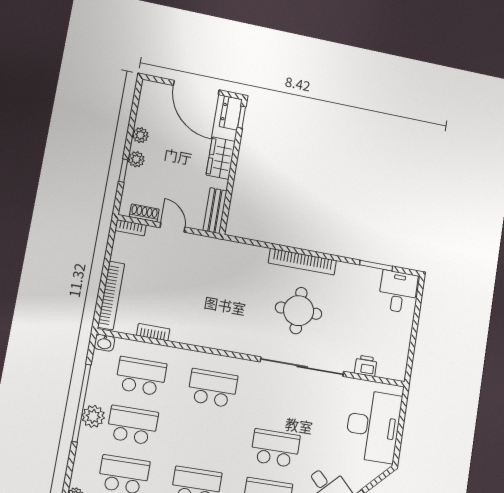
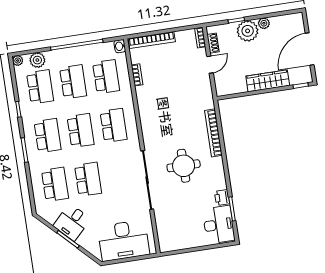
dresser: (231, 113) -> (301, 77), removed
wardrobe: (221, 158) -> (268, 81), width x1.50
plant: (136, 159) -> (248, 31), width x1.88, depth x1.88
bench: (215, 211) -> (231, 89), removed
bookcase: (302, 262) -> (213, 133), moved
desk: (398, 292) -> (219, 225), width x1.37
printer: (366, 366) -> (222, 198), moved, turned 180
plant: (93, 416) -> (37, 60), moved
school desk: (205, 437) -> (81, 130), added

